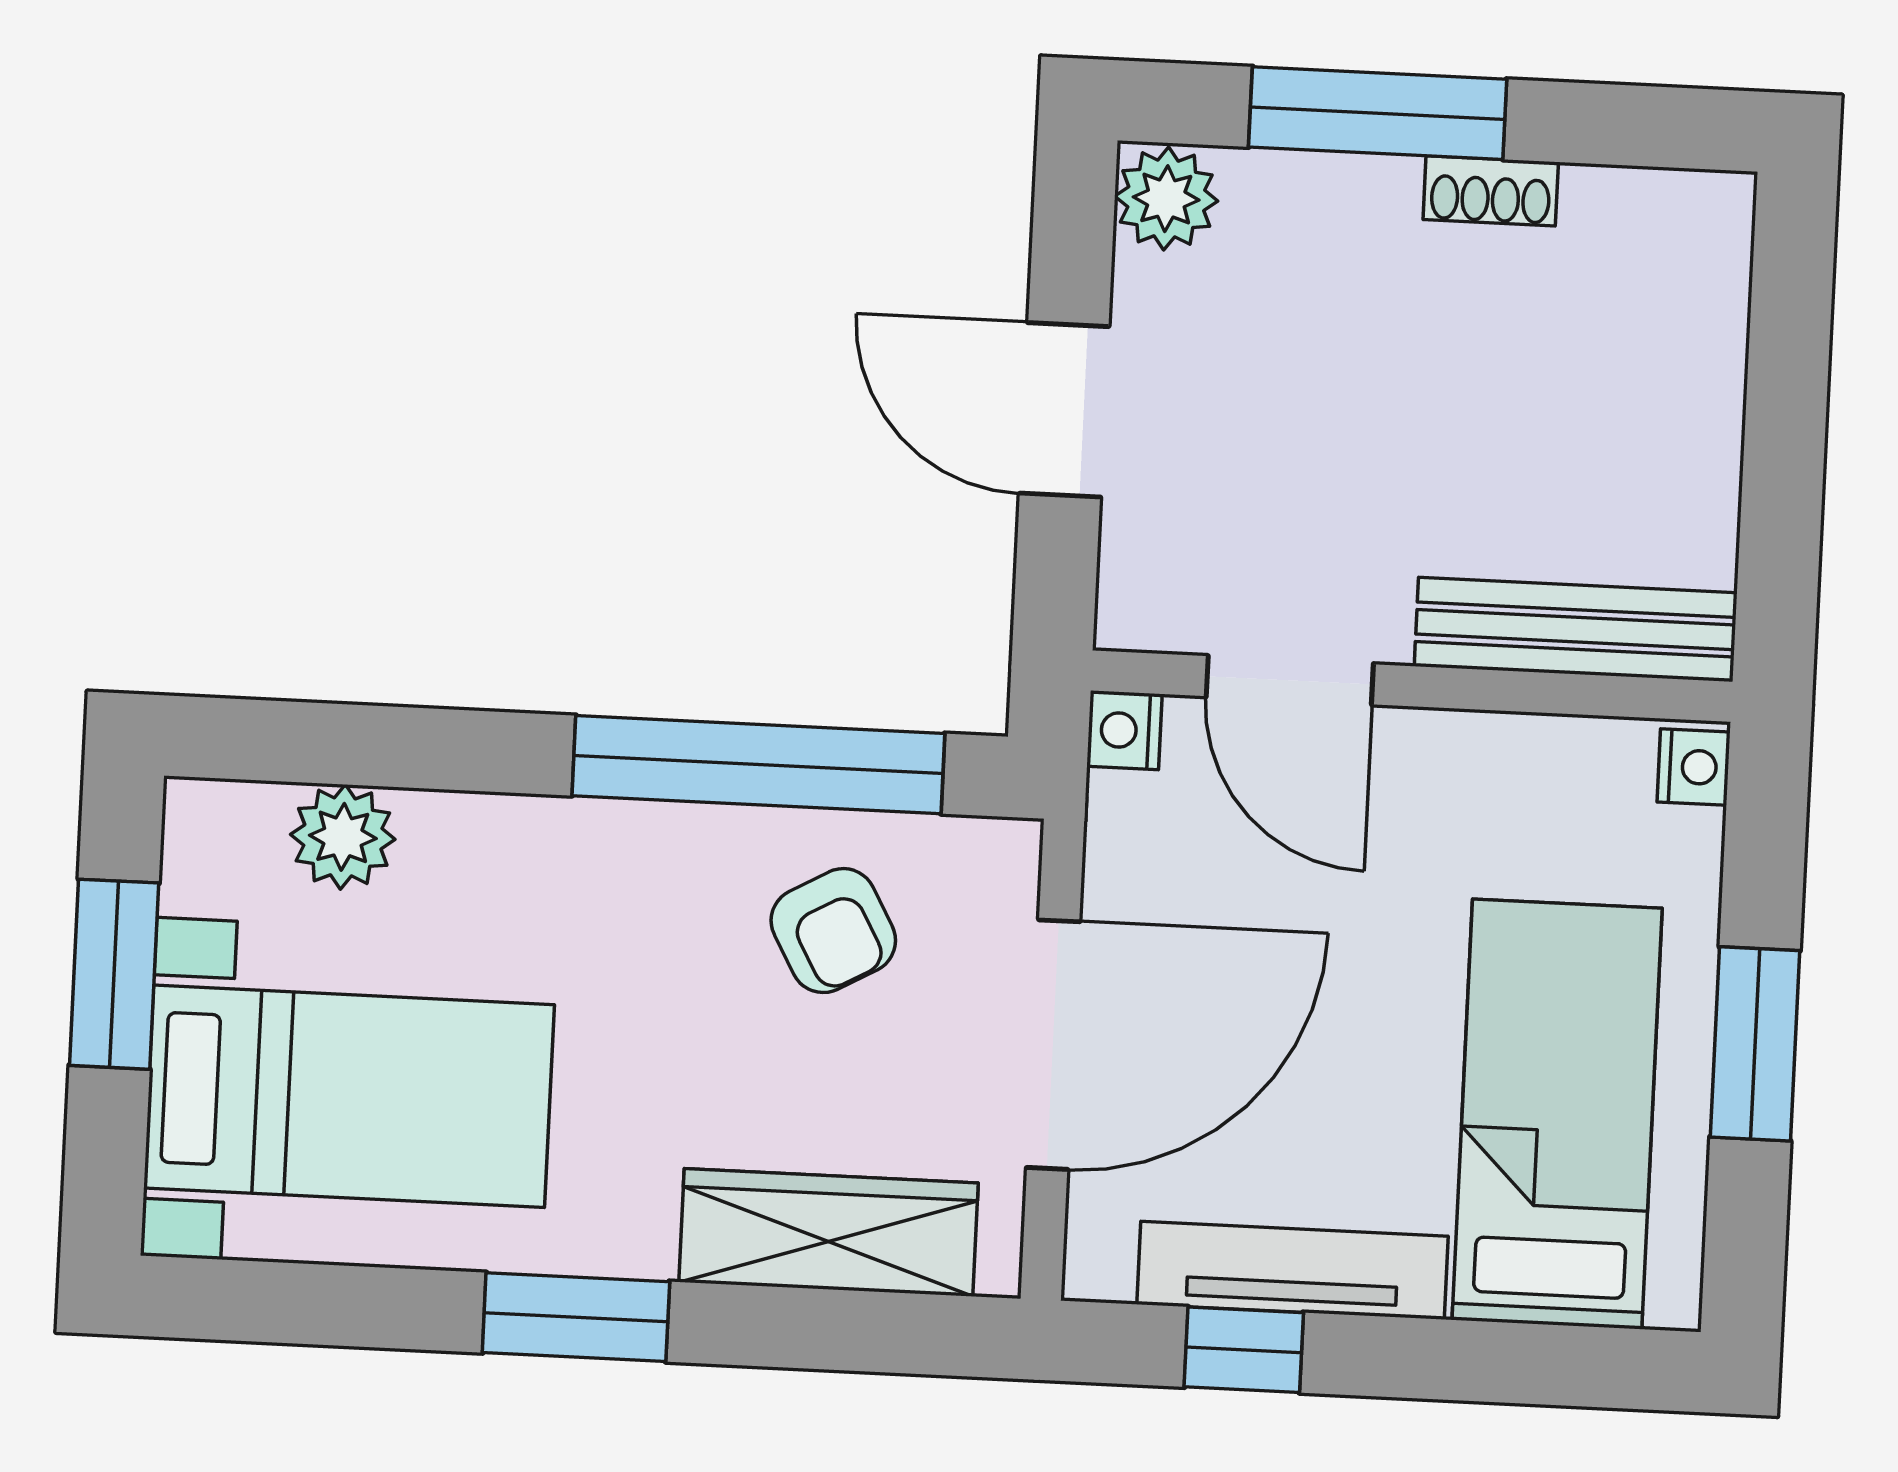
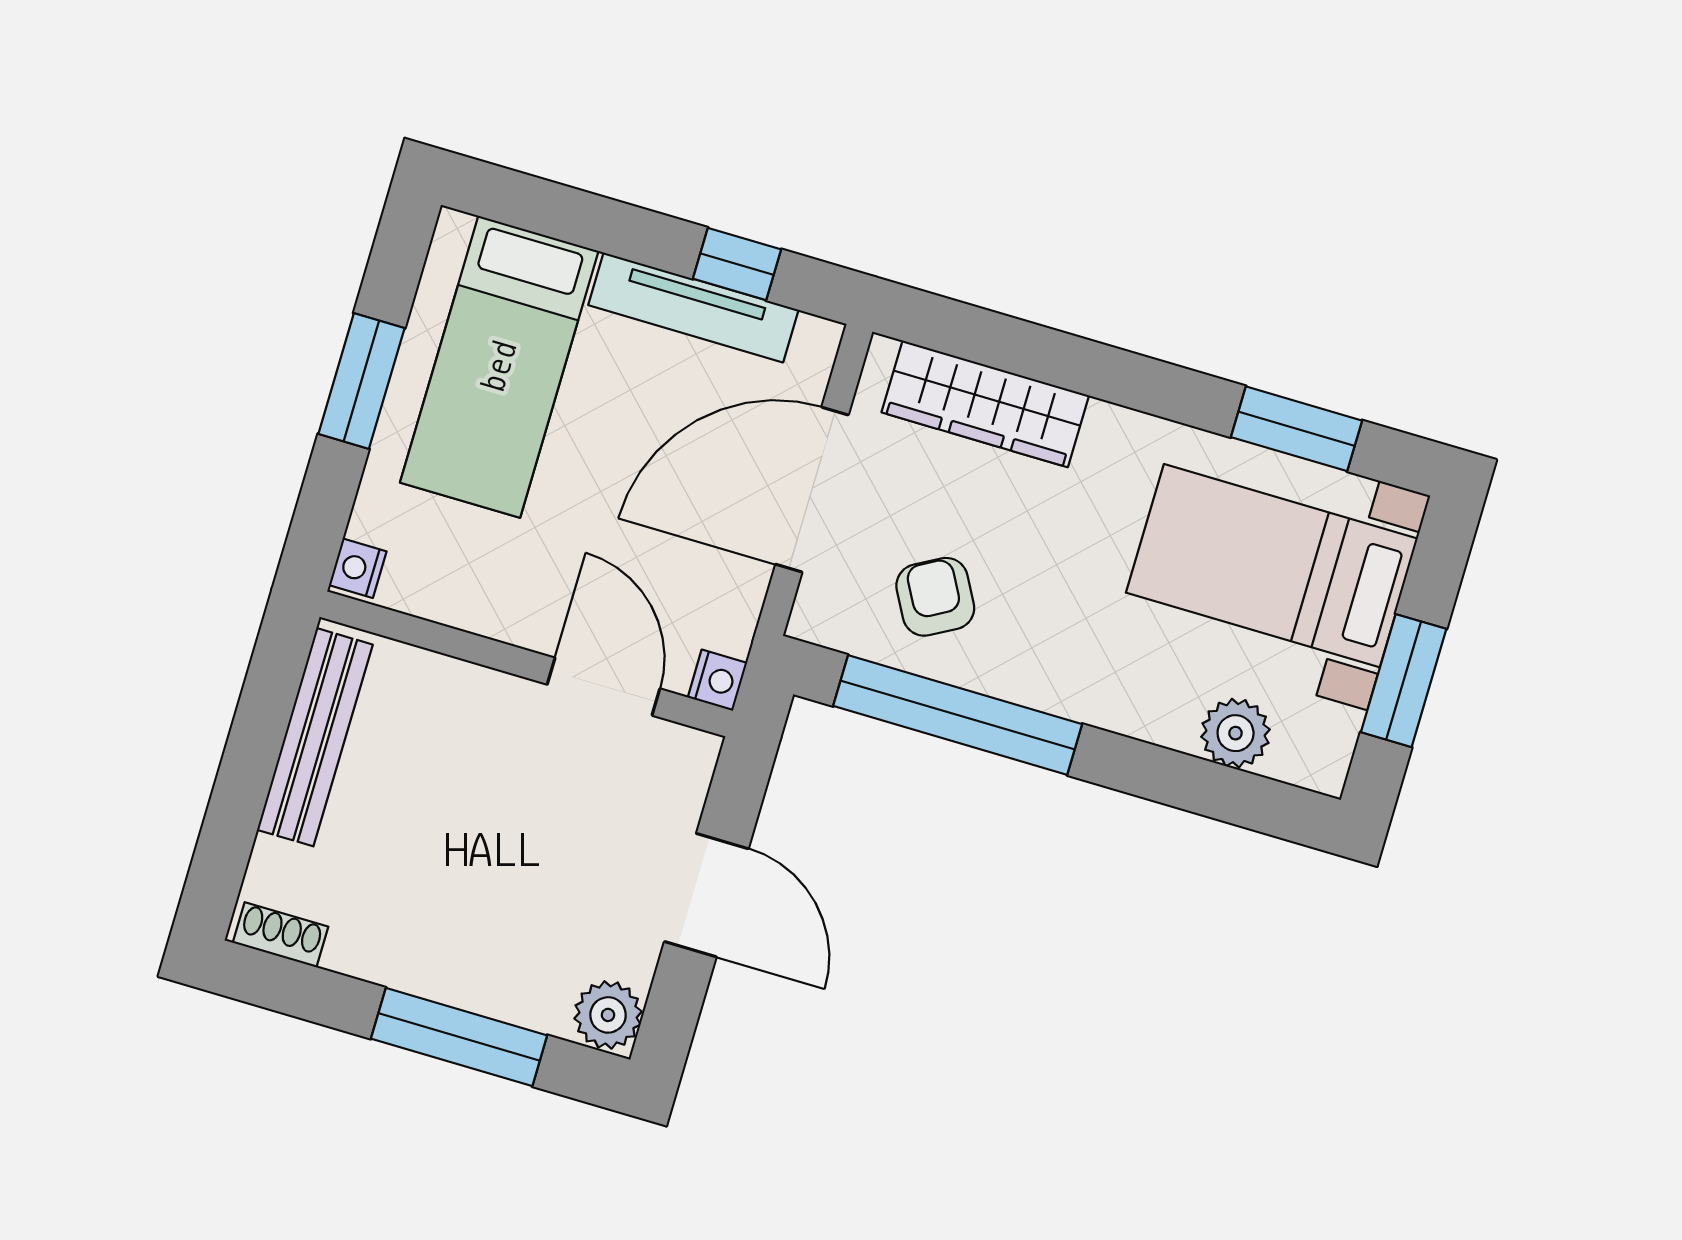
shoe rack: (1491, 191) -> (281, 935), moved
bench: (1576, 630) -> (315, 737), moved, turned 90
window: (576, 1317) -> (1296, 429), moved

